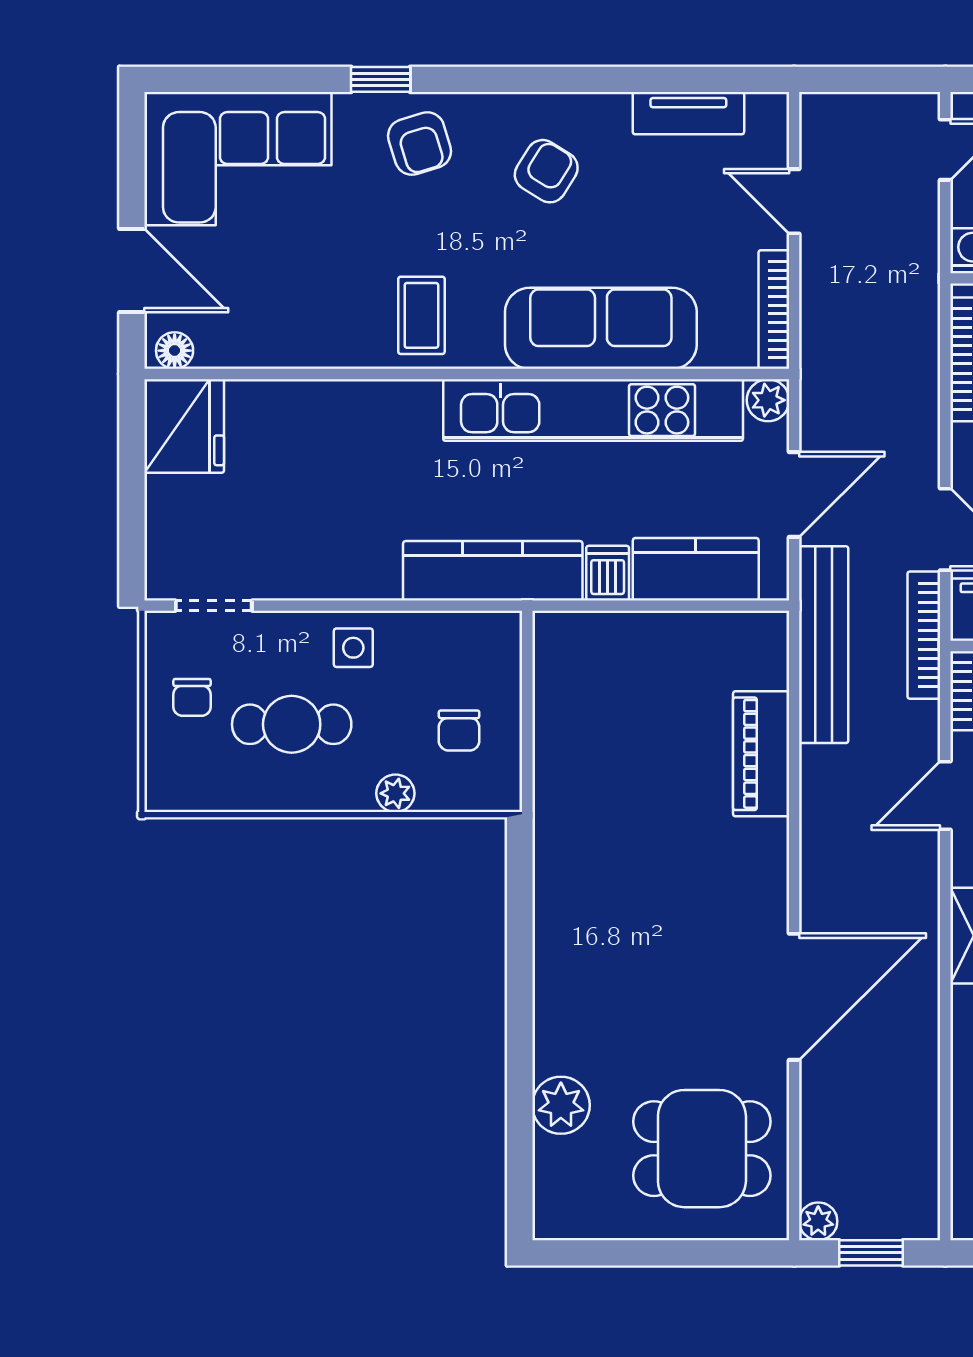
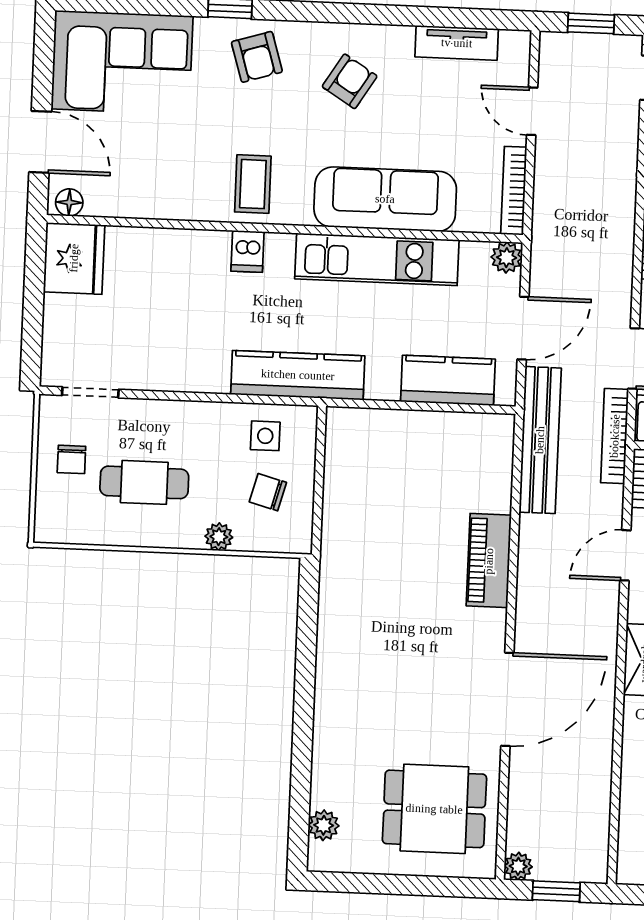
window: (869, 79) -> (591, 23), added
kitchen unit: (593, 410) -> (377, 259), width x0.73
dishwasher: (608, 573) -> (247, 251), moved, turned 180
side table: (353, 648) -> (265, 436), moved
chair: (459, 730) -> (268, 492), turned 105
piano: (761, 754) -> (489, 561), moved
plant: (561, 1105) -> (324, 825), moved, width x0.73, depth x0.73

